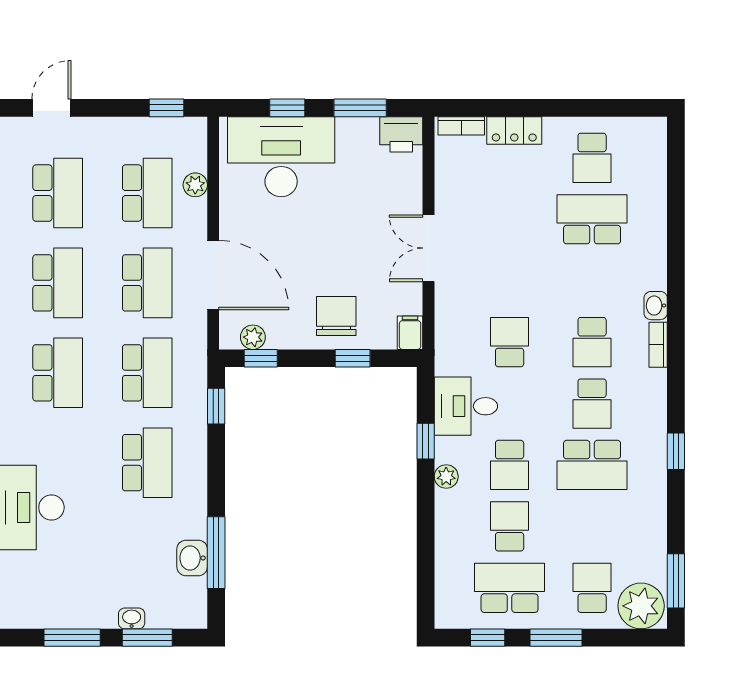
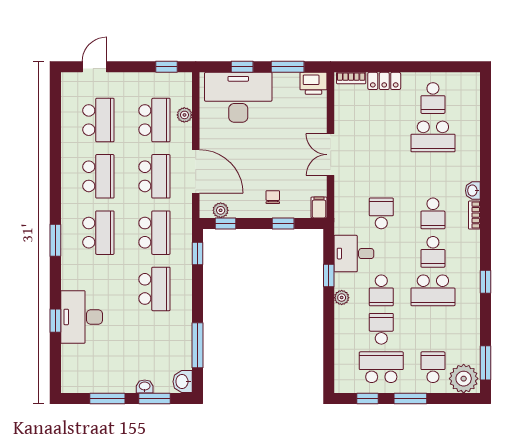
school desk: (592, 219) -> (433, 136), turned 180
chair: (336, 316) -> (273, 197), width x0.54, depth x0.54
washbasin: (192, 558) -> (183, 382), moved

